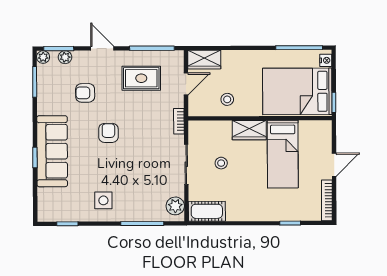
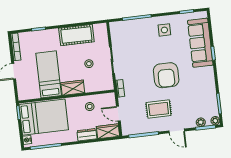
dresser: (236, 58) -> (87, 135), added
rug: (141, 78) -> (159, 109), moved
door: (186, 84) -> (118, 114), hinge flipped
armchair: (85, 93) -> (185, 100), removed
armchair: (108, 133) -> (166, 75), width x1.88, depth x1.88
sofa: (52, 151) -> (200, 43), moved
plant: (175, 206) -> (116, 32), removed
cot: (207, 211) -> (76, 35), moved, width x1.37, depth x1.34

